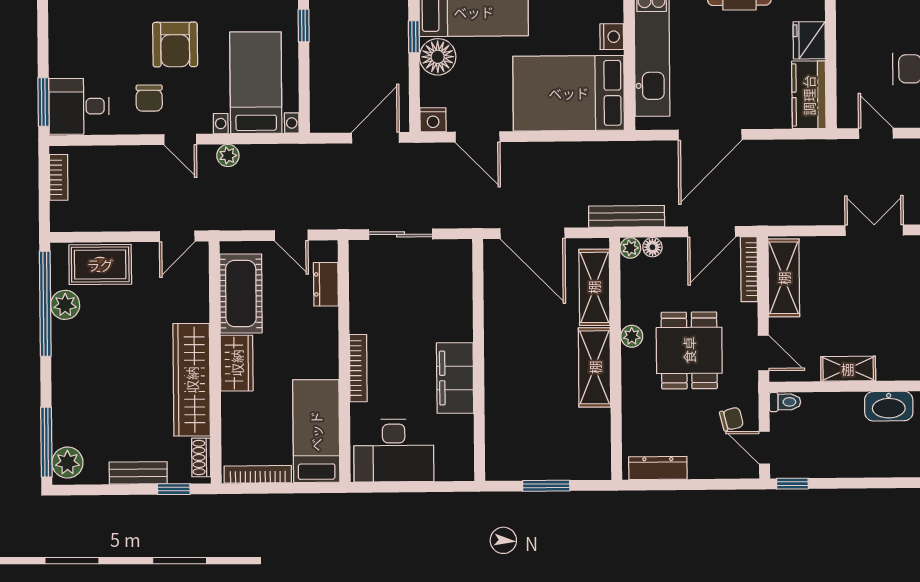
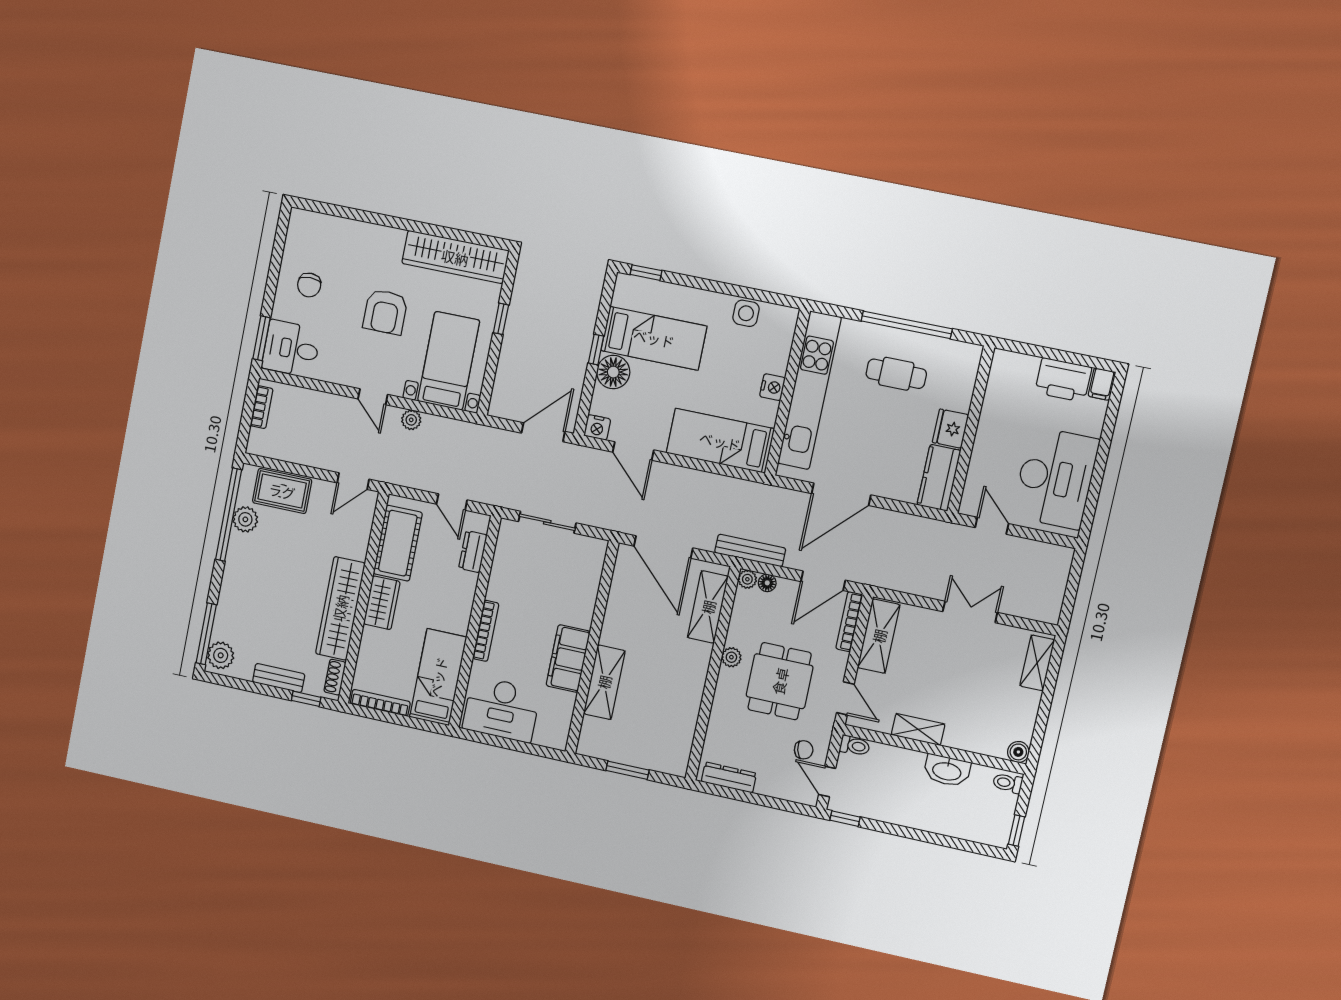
bed: (569, 93) -> (720, 441), width x0.67
chair: (149, 98) -> (309, 285), moved
shelving: (595, 367) -> (604, 682), moved

